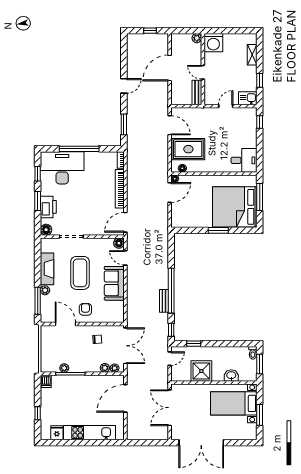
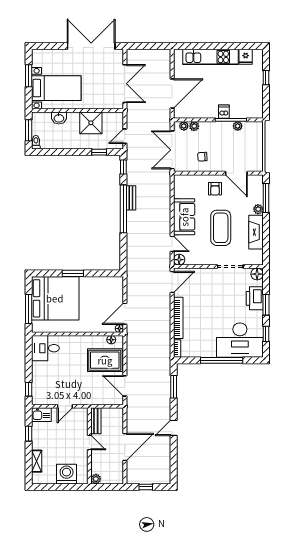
washing machine: (213, 43) -> (67, 474), moved
dishwasher: (46, 381) -> (224, 112), moved

